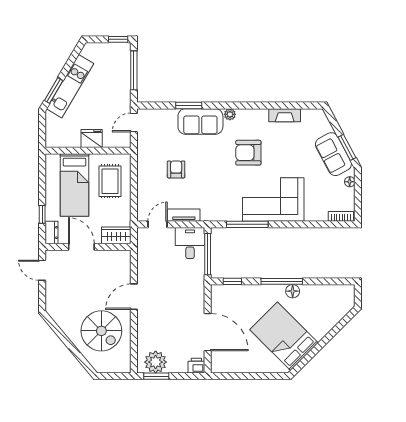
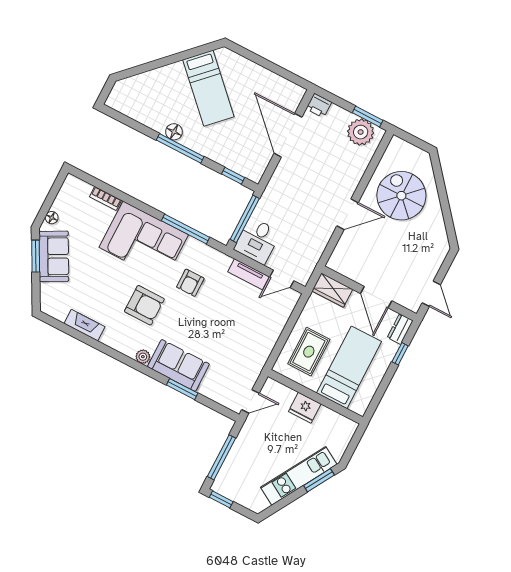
armchair: (176, 169) -> (190, 283), moved
bookcase: (341, 216) -> (106, 198), moved
bed: (284, 336) -> (208, 88), width x0.67

